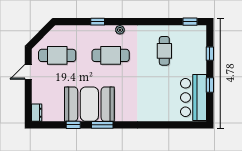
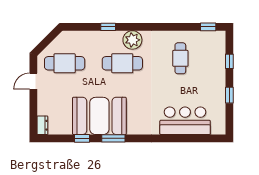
plant: (120, 30) -> (132, 40), width x1.87, depth x1.87
bar counter: (193, 98) -> (185, 121), moved, turned 90

